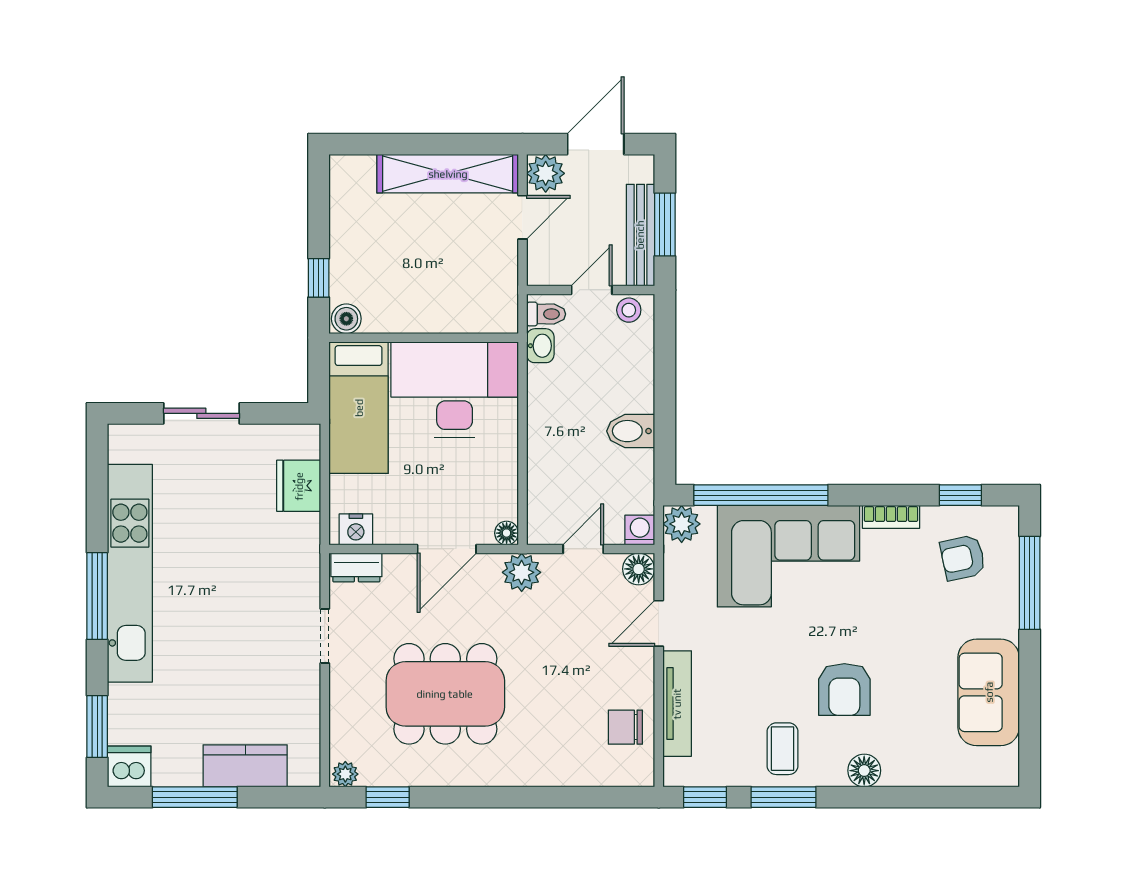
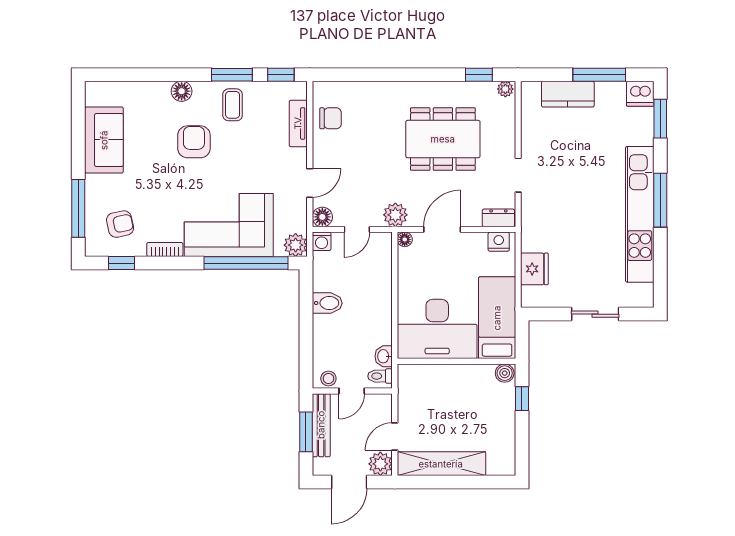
tv unit: (677, 704) -> (298, 123), width x0.71

